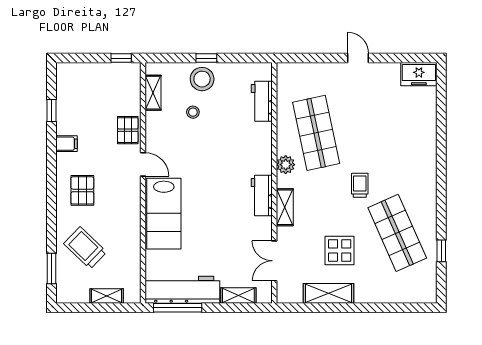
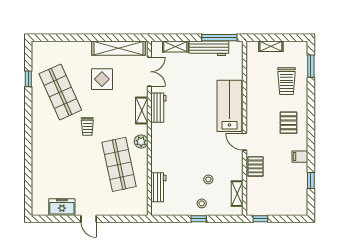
freezer: (419, 74) -> (62, 207), moved
stool: (202, 79) -> (202, 203), width x0.53, depth x0.53
workbench: (262, 195) -> (158, 108), moved
trolley: (85, 248) -> (286, 81), turned 46
workbench: (182, 290) -> (209, 48), width x0.73, depth x0.76
shelving: (329, 293) -> (119, 48), width x1.47

